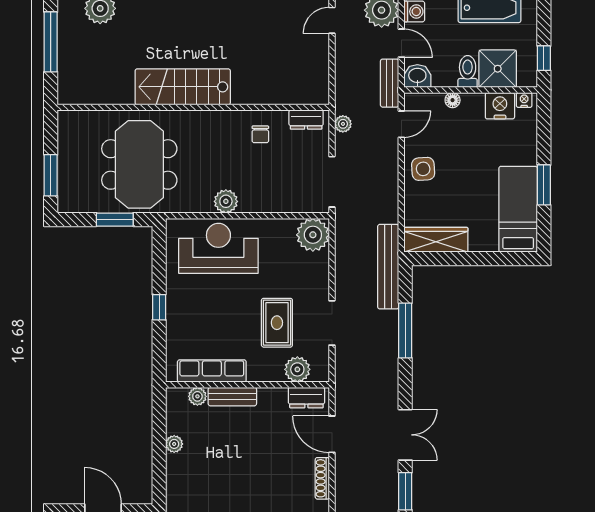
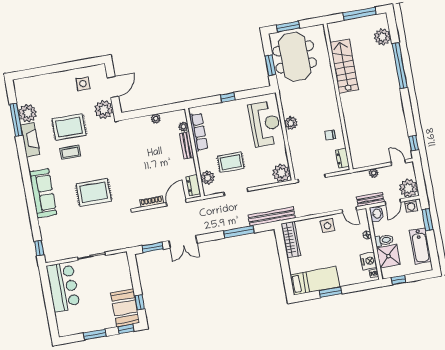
stairs: (183, 87) -> (344, 66), moved
plant: (343, 124) -> (374, 173), moved
meeting table: (139, 164) -> (295, 57), moved, turned 90

